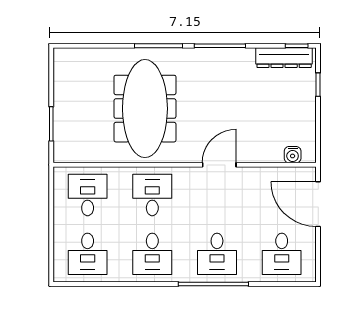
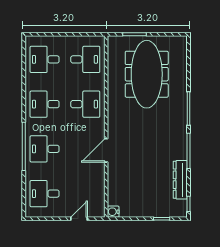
dresser: (284, 58) -> (180, 180), moved
meeting table: (145, 109) -> (147, 74), moved, turned 90
water cooler: (293, 155) -> (113, 212), moved
door: (219, 165) -> (106, 150), swing flipped
door: (318, 204) -> (79, 219), width x0.53

